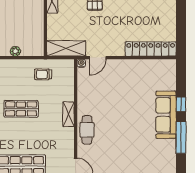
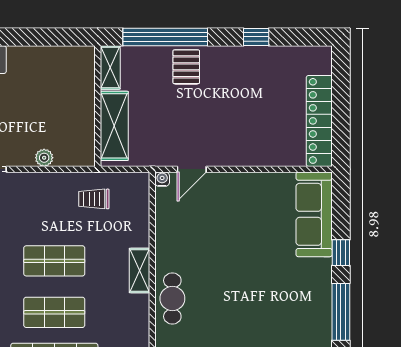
shelving: (66, 48) -> (114, 126), moved, turned 90
locker: (151, 49) -> (319, 121), moved, turned -90
sofa: (166, 115) -> (314, 214), moved
shop shelf: (21, 138) -> (54, 312), added

